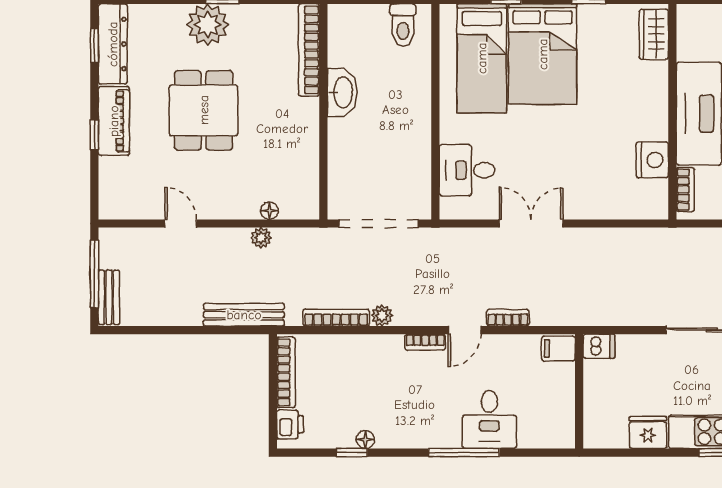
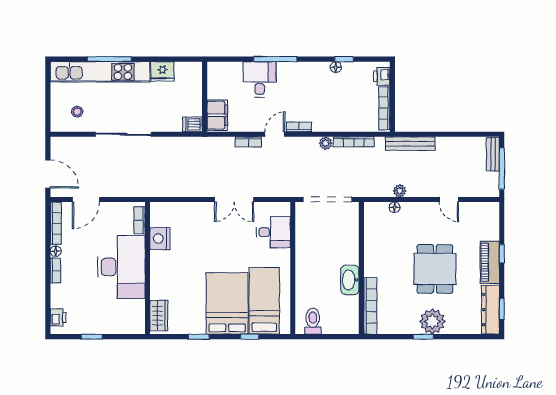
filing cabinet: (558, 348) -> (217, 115), width x2.00

